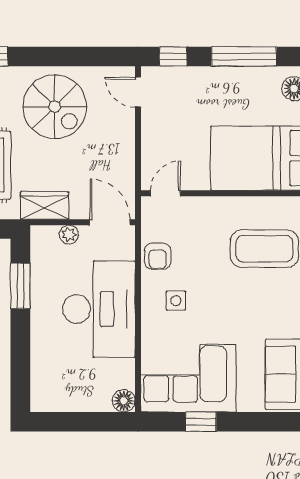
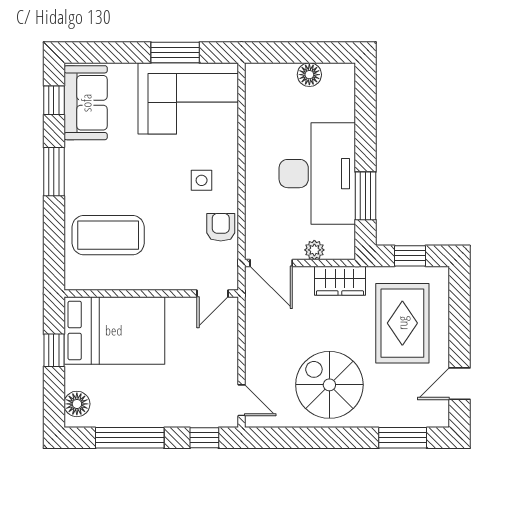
desk: (99, 309) -> (317, 174), moved, turned 180
floor lamp: (124, 401) -> (309, 75), moved
window: (201, 422) -> (175, 53), width x1.50

